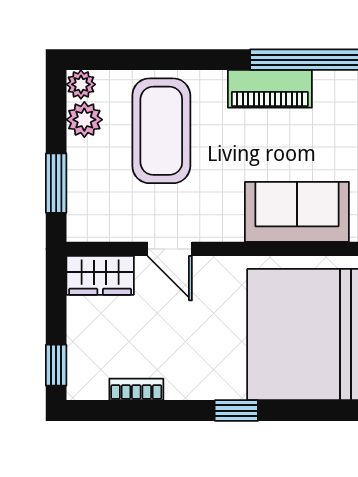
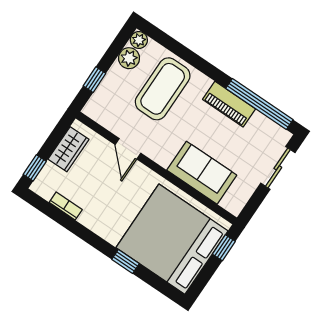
window: (56, 183) -> (94, 80), width x0.67
wardrobe: (100, 275) -> (68, 149), moved, turned -90
window: (236, 411) -> (126, 261), moved

